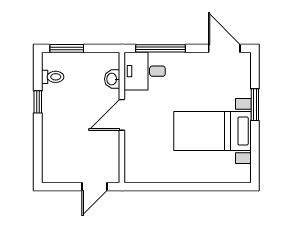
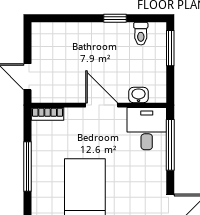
bookcase: (130, 167) -> (48, 114), added
window: (181, 187) -> (28, 167), added

